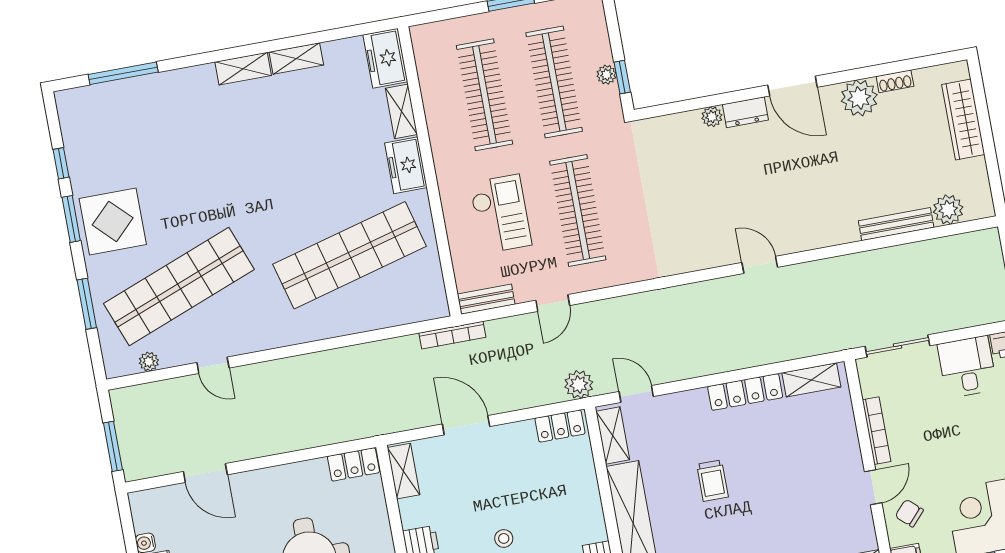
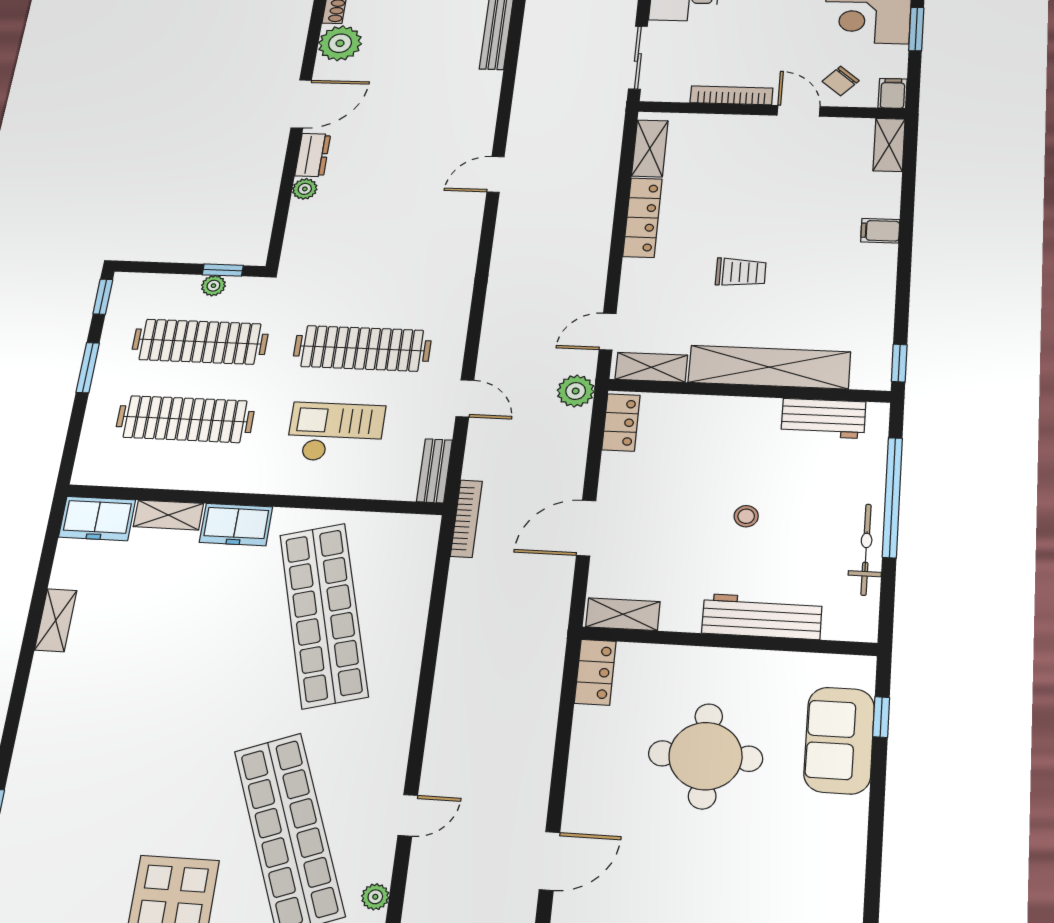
shelving: (243, 69) -> (42, 686), removed

